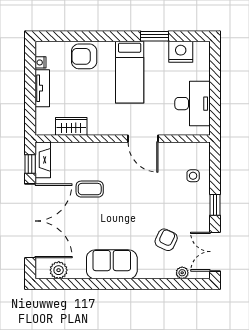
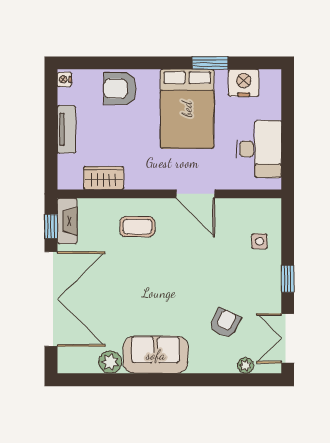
nightstand: (41, 62) -> (64, 79), moved
bed: (130, 72) -> (187, 109), width x1.50
coffee table: (90, 189) -> (137, 227), moved
plant: (59, 270) -> (110, 362), moved

